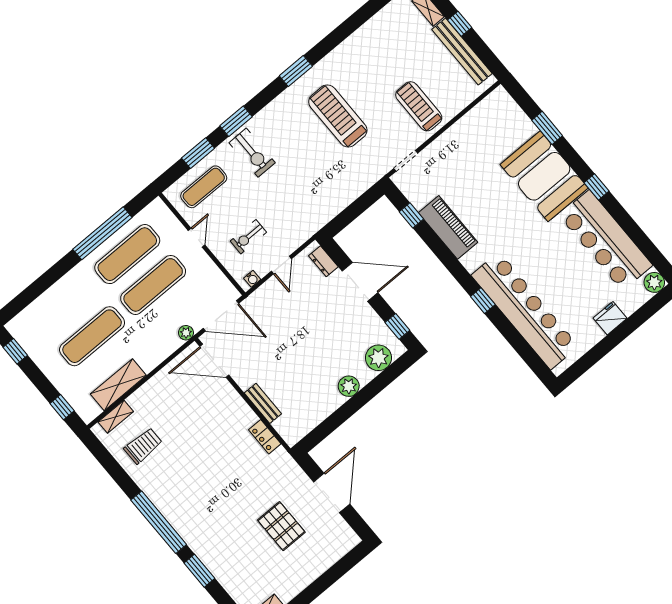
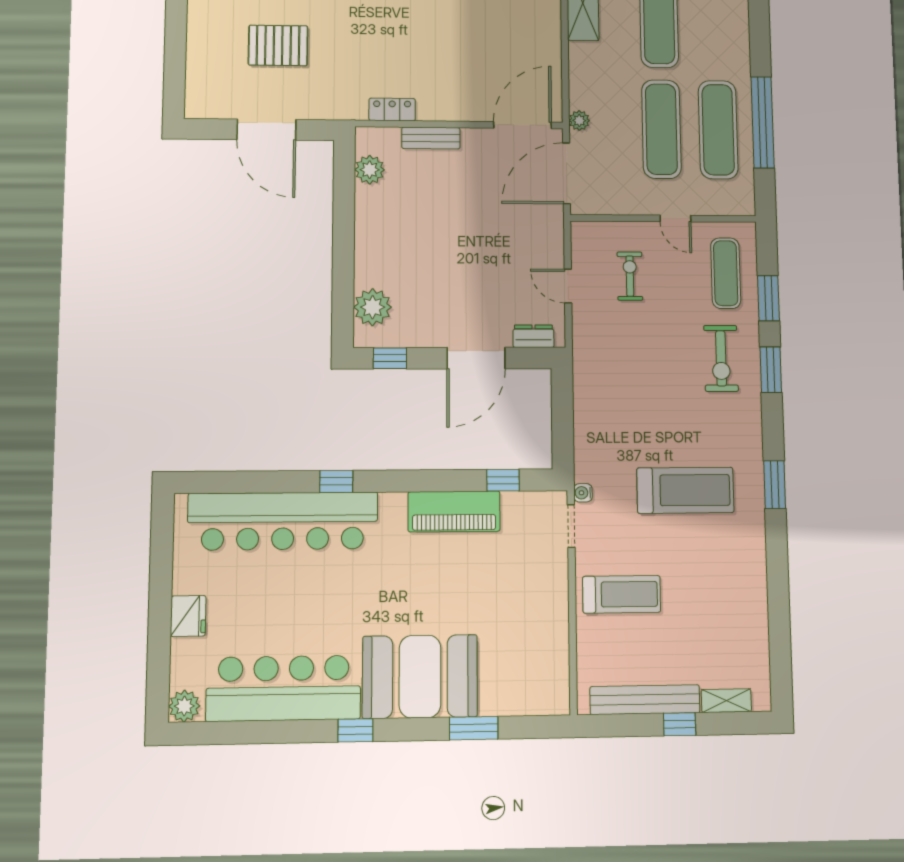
exercise bike: (252, 153) -> (721, 358), turned -90
water cooler: (252, 279) -> (583, 493), moved
plant: (349, 386) -> (370, 170), moved

